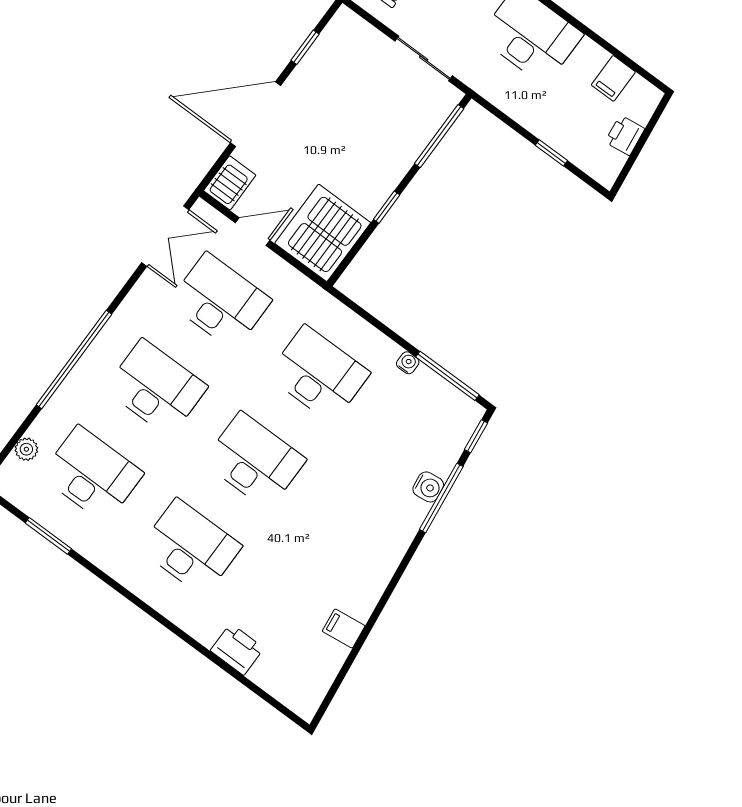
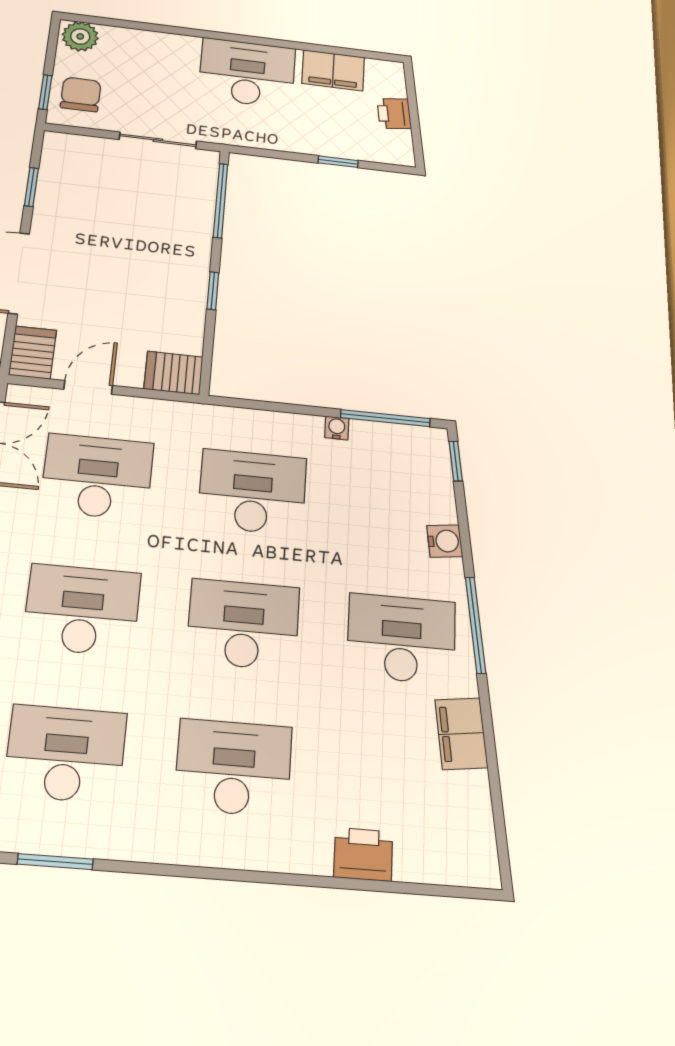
filing cabinet: (613, 78) -> (333, 70), width x2.00
server rack: (323, 233) -> (173, 373), width x0.46, depth x0.70
window: (441, 498) -> (475, 625), moved
desk: (353, 534) -> (401, 639), added
filing cabinet: (344, 628) -> (461, 734), width x2.00

